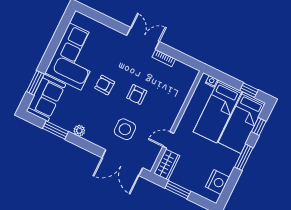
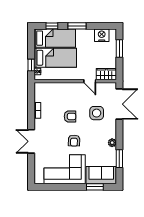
double door: (143, 38) -> (31, 141), moved
window: (249, 90) -> (31, 65), moved
window: (178, 190) -> (119, 49), moved

